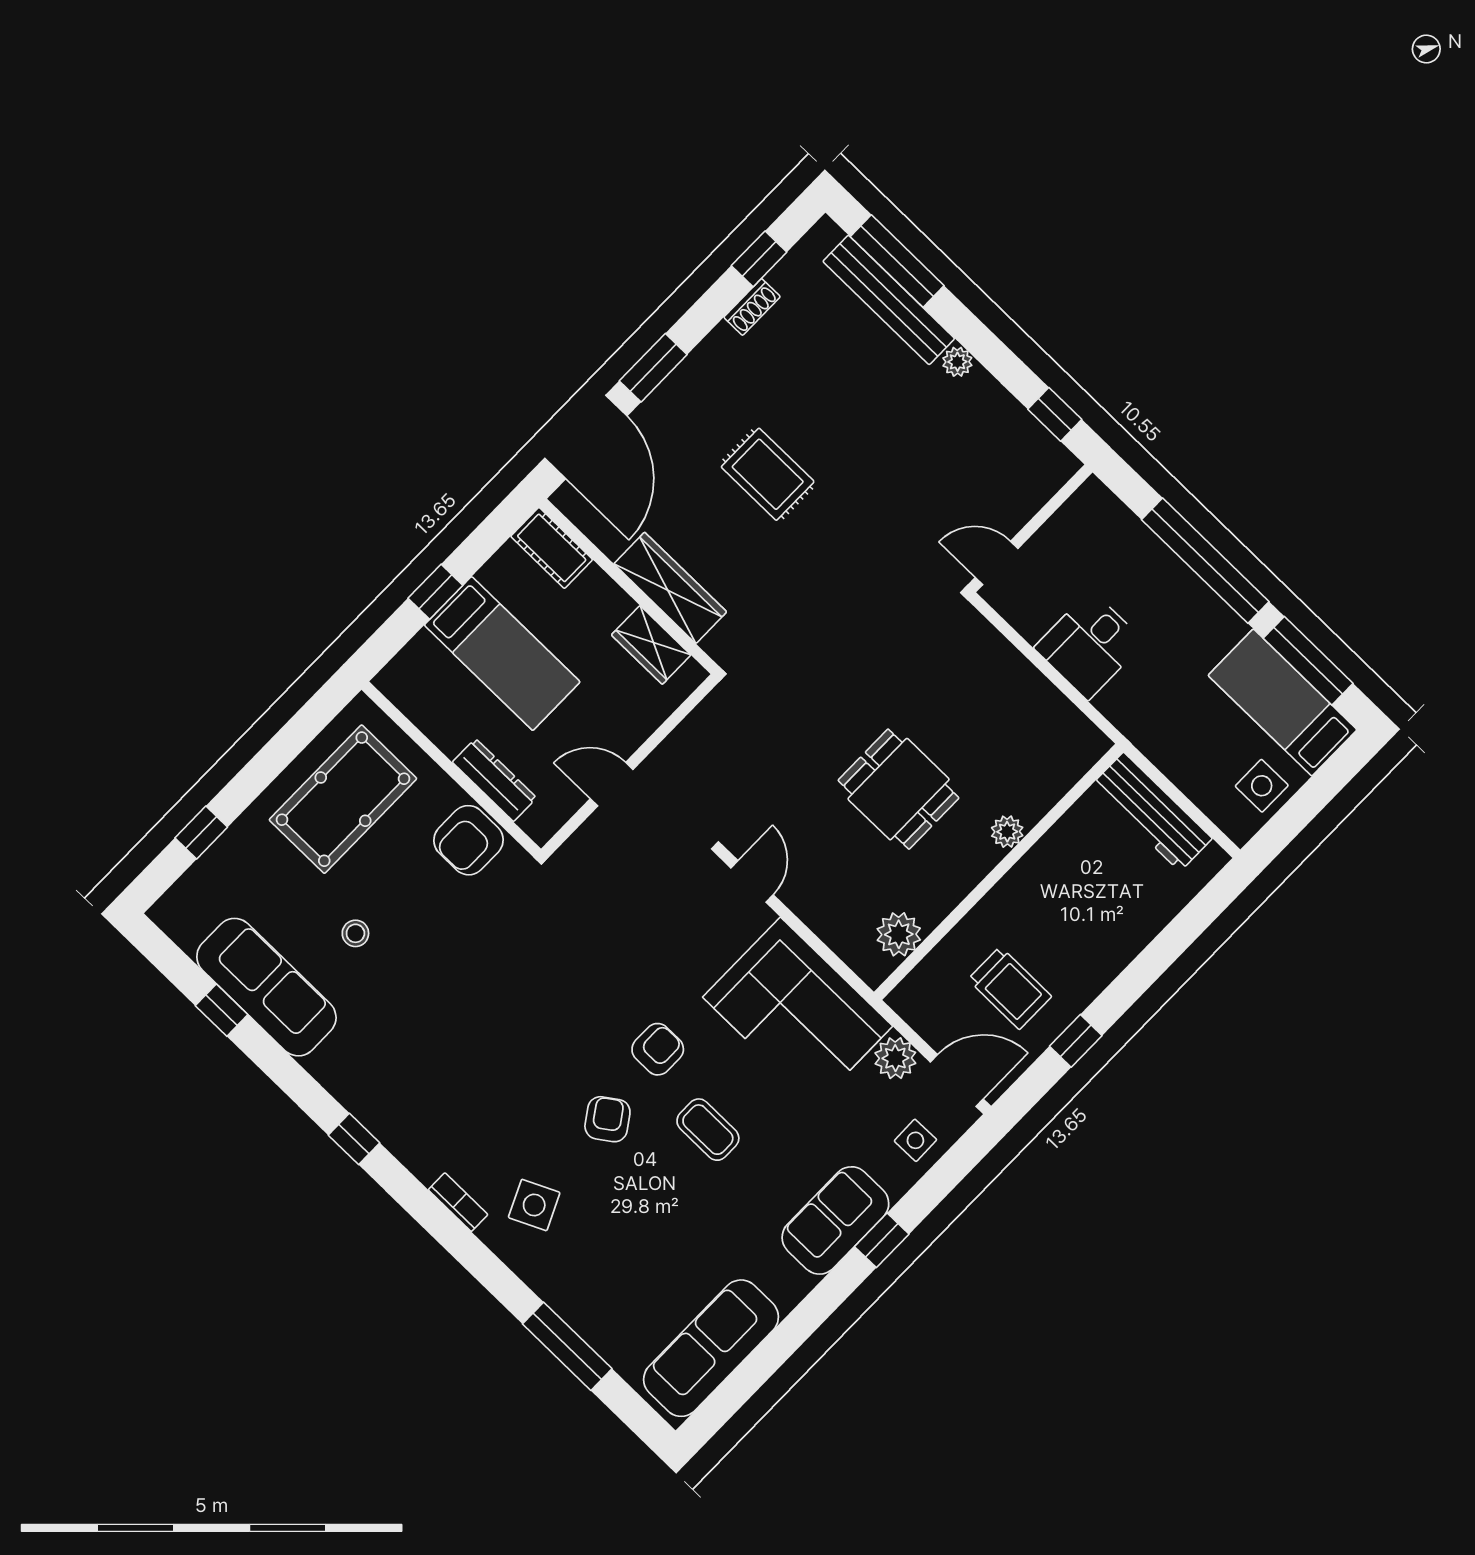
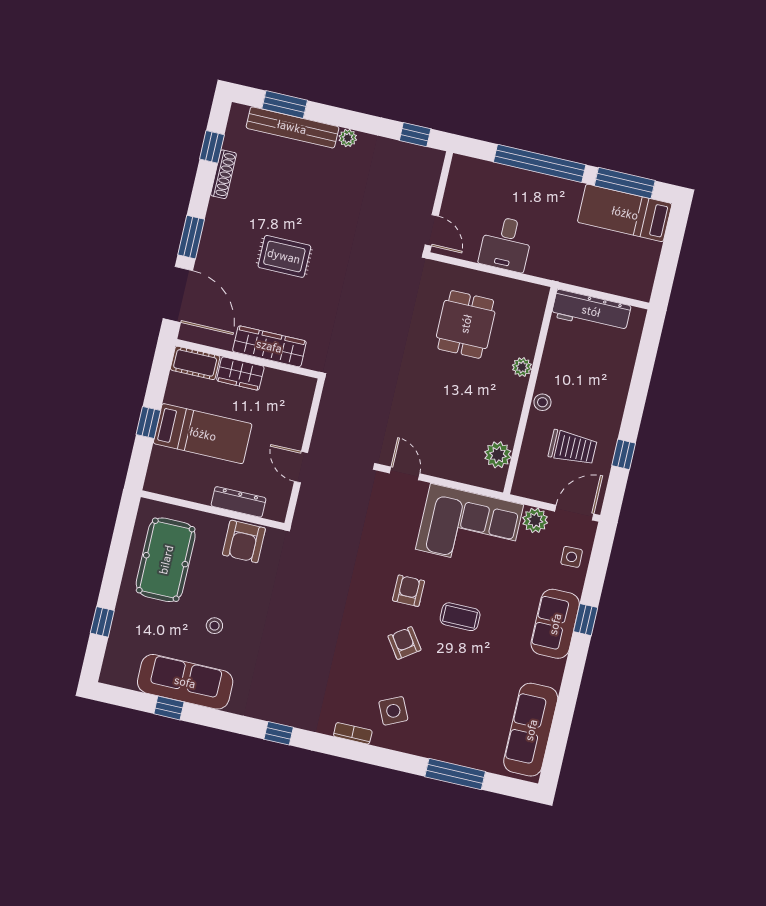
window: (897, 261) -> (285, 105), width x0.69
shoe rack: (752, 307) -> (223, 174), width x1.43
door: (997, 563) -> (432, 230), swing flipped
wardrobe: (651, 645) -> (240, 374), moved
door: (612, 784) -> (301, 467), hinge flipped
side table: (1262, 786) -> (640, 263), removed
dining table: (899, 789) -> (466, 324), moved, turned 90
stool: (1006, 899) -> (542, 402), added

